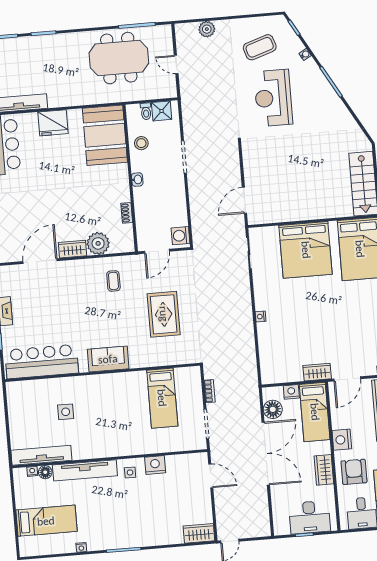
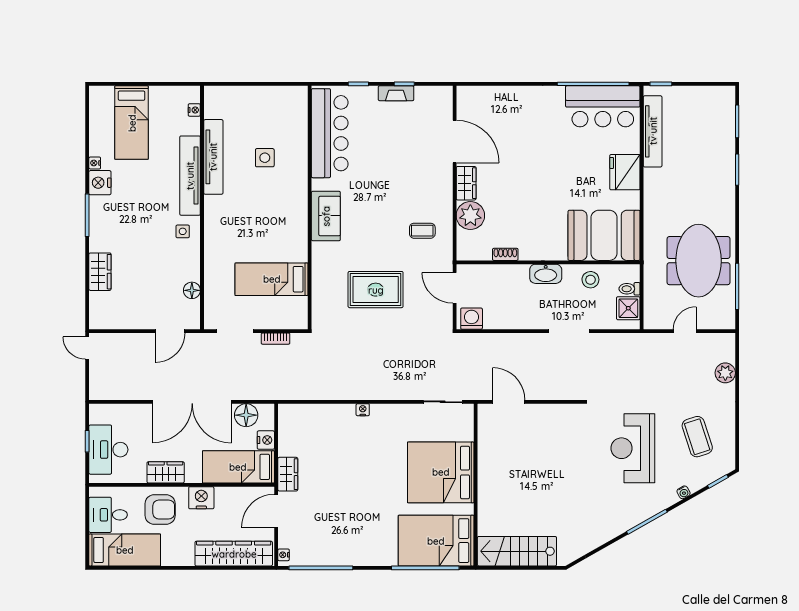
reception desk: (273, 98) -> (633, 448), turned -90
washbasin: (137, 180) -> (546, 274), width x1.91, depth x1.45
door: (347, 379) -> (276, 511), hinge flipped
tv unit: (41, 455) -> (213, 157), moved
nightstand: (155, 465) -> (100, 183), moved, turned 180
floor lamp: (45, 472) -> (192, 290), moved
wardrobe: (199, 533) -> (100, 272), moved

